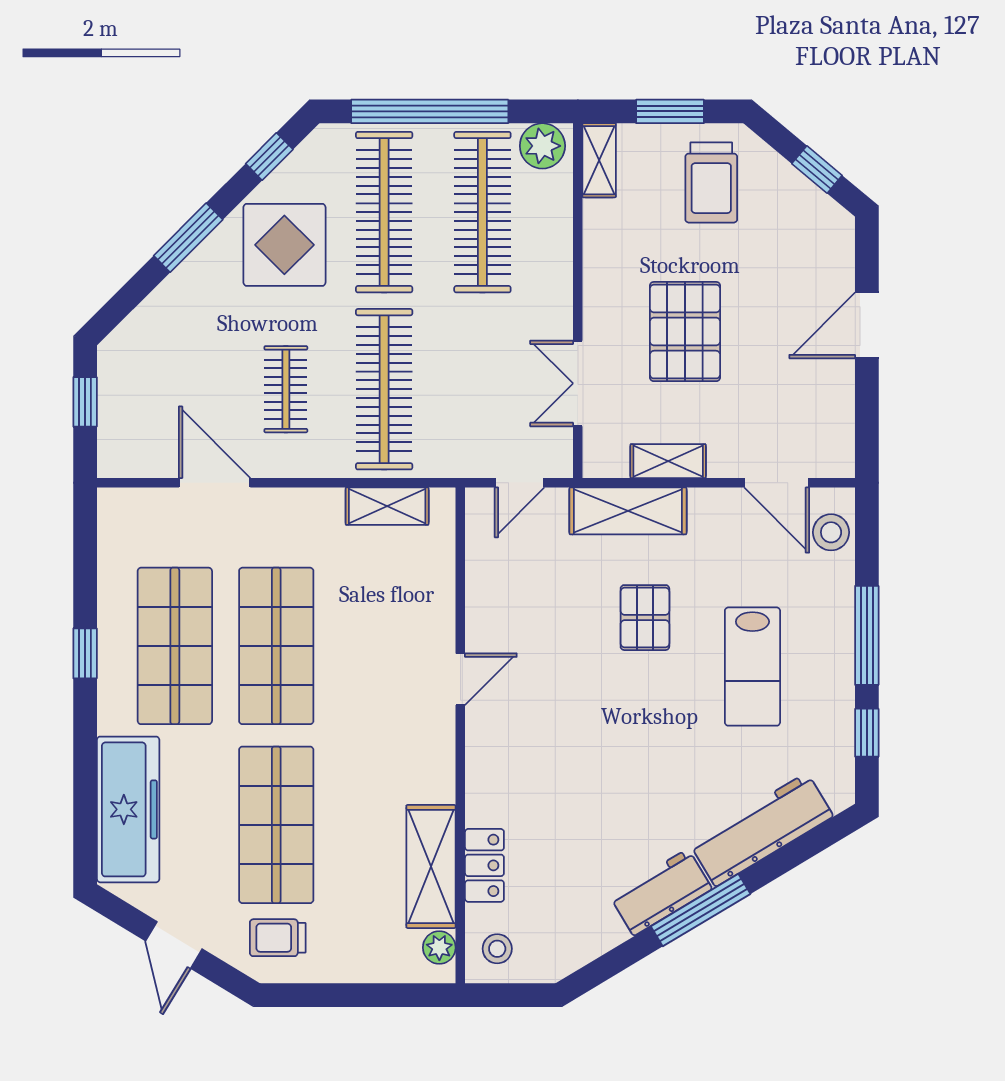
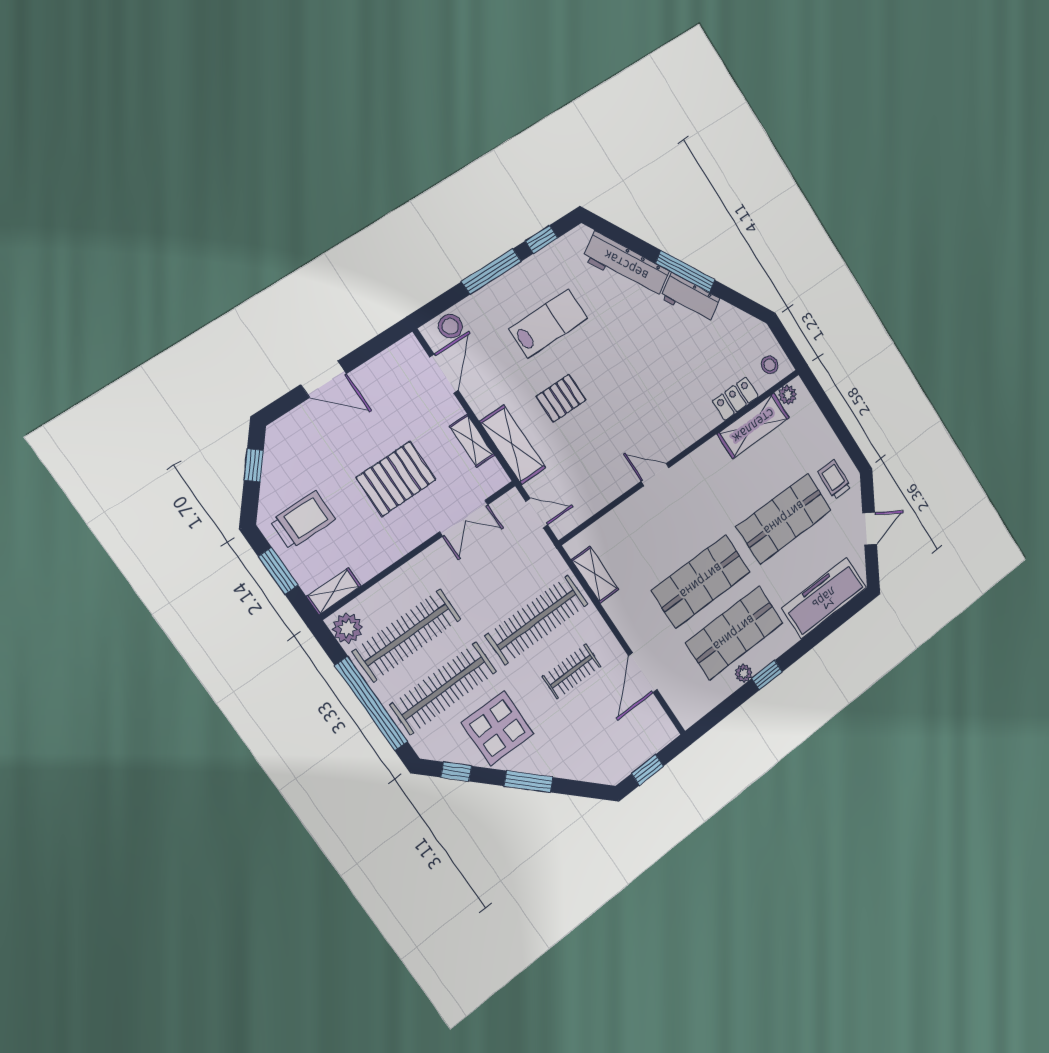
plant: (112, 622) -> (744, 673), added
trolley: (278, 938) -> (834, 479), turned 180

